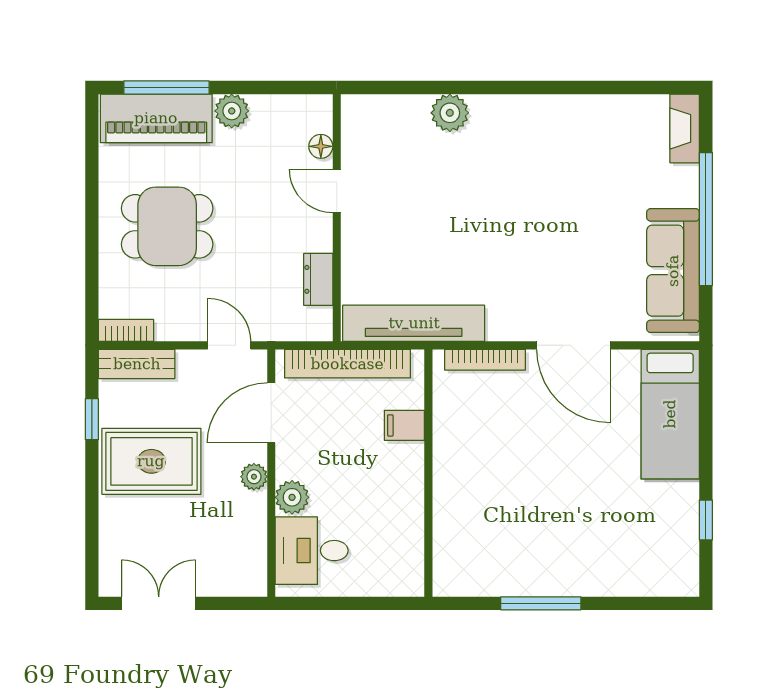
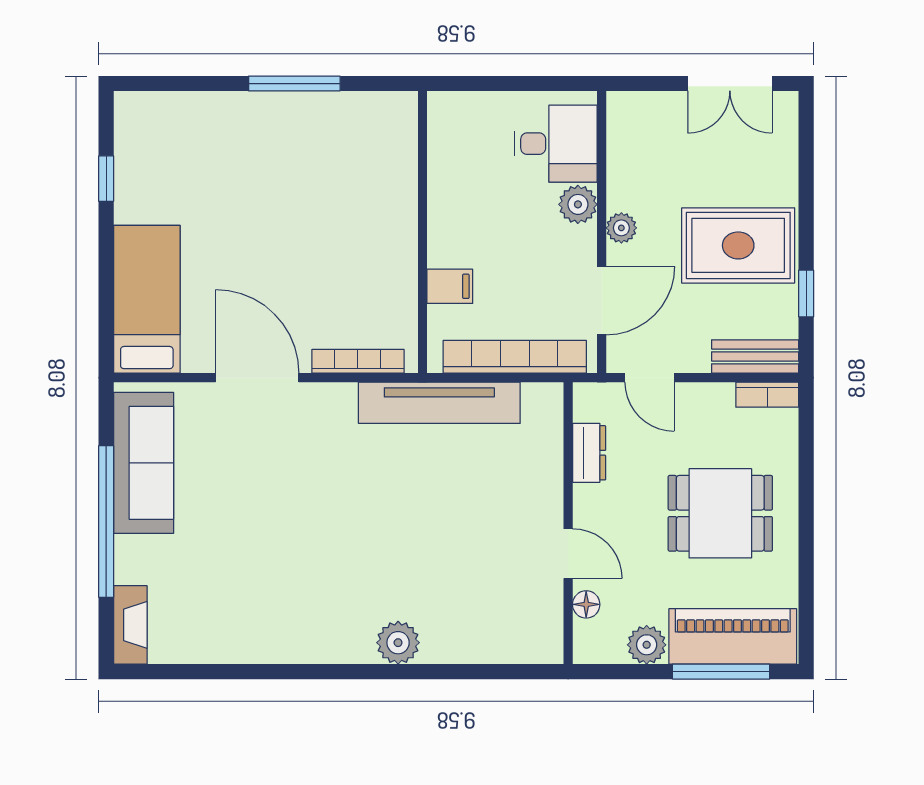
floor lamp: (321, 146) -> (586, 604), moved
door: (337, 191) -> (568, 554), moved
wall: (337, 218) -> (568, 523), moved
dresser: (318, 279) -> (589, 453), moved

